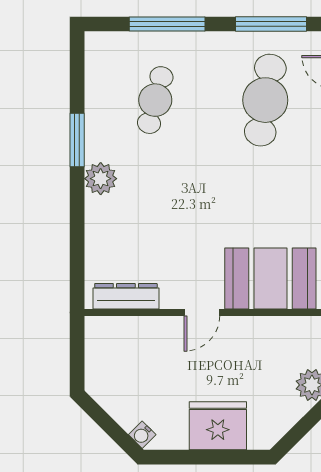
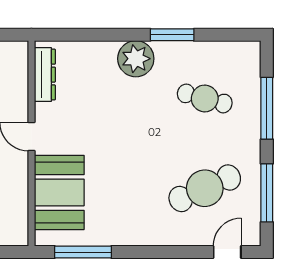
cafe table: (265, 100) -> (205, 188), turned -33
plant: (101, 179) -> (136, 59), width x1.36, depth x1.36

